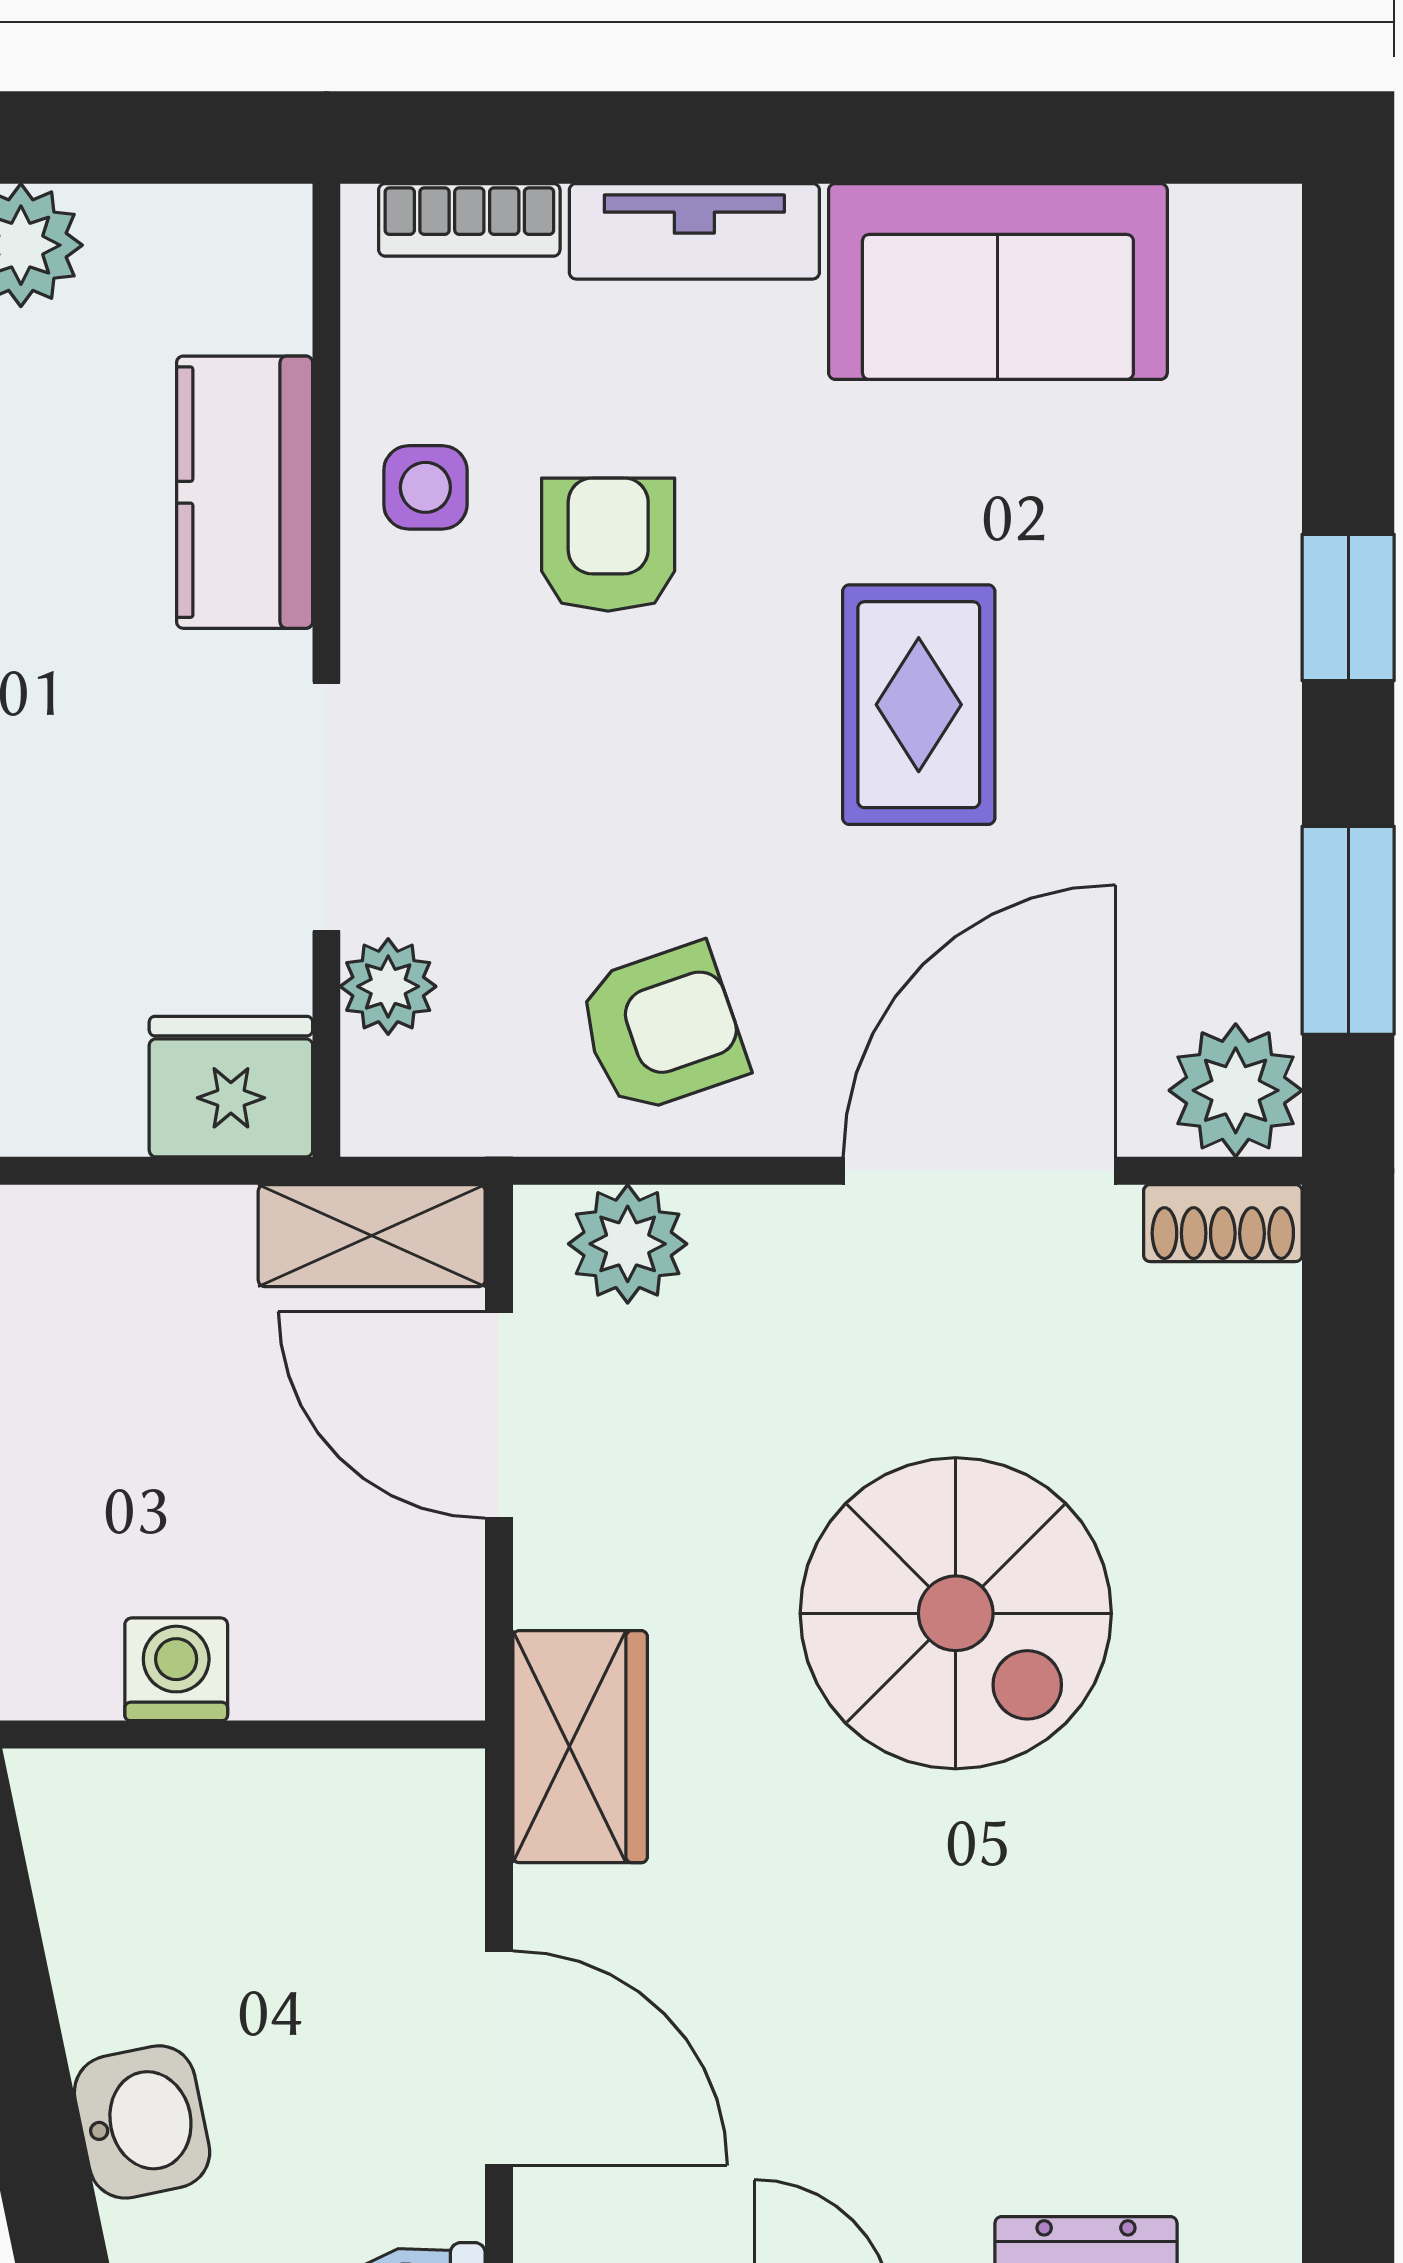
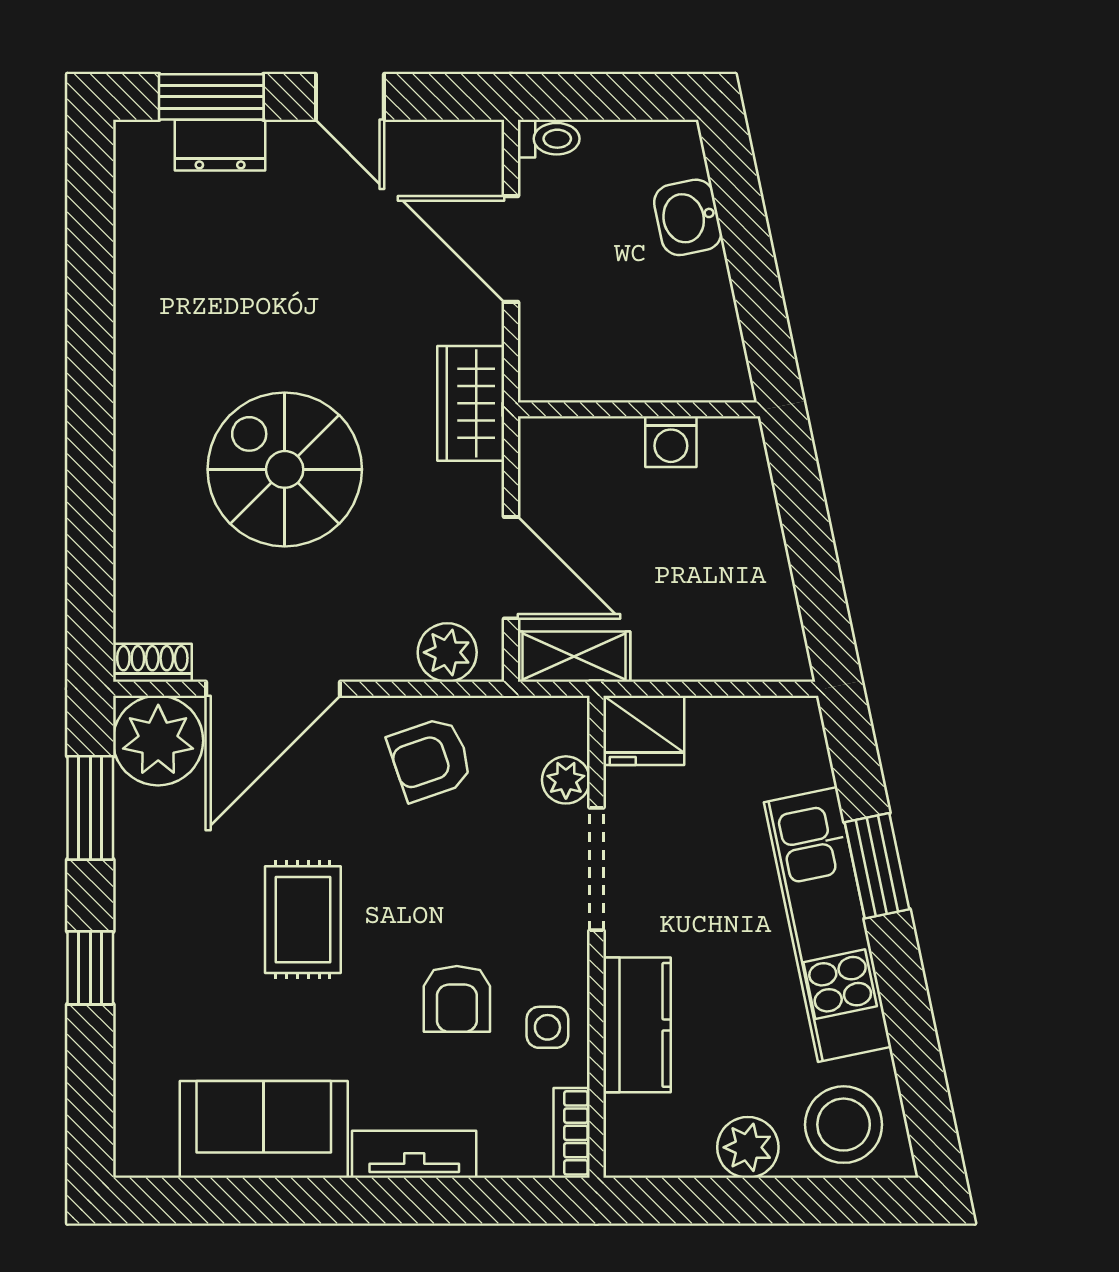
bookcase: (469, 220) -> (572, 1133), moved, turned -90
plant: (1236, 1090) -> (158, 741), width x1.36, depth x1.36

